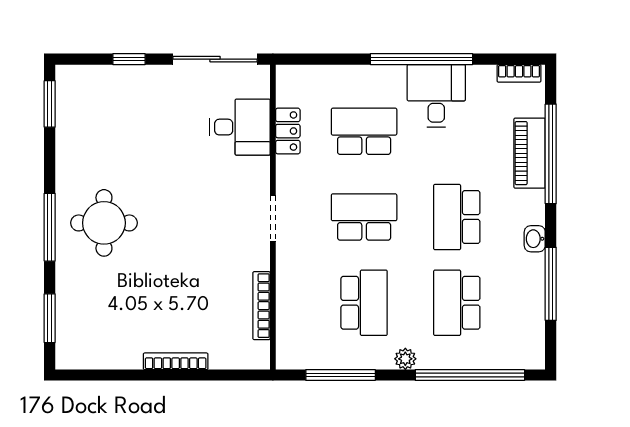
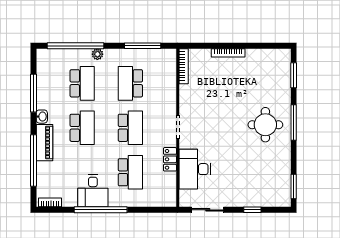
sliding door: (215, 59) -> (208, 210), width x0.73
desk: (240, 127) -> (195, 169), width x1.37
locker: (288, 131) -> (170, 159), moved
school desk: (364, 131) -> (130, 172), turned -90
piano: (530, 153) -> (44, 143), moved
school desk: (364, 217) -> (130, 128), turned -90
bookcase: (262, 306) -> (184, 66), moved
plant: (405, 359) -> (97, 54), moved

